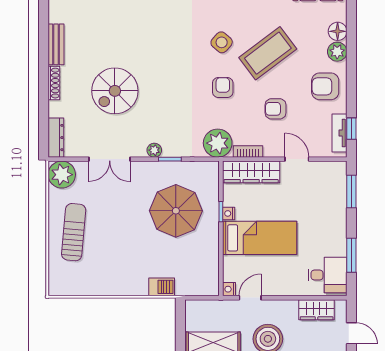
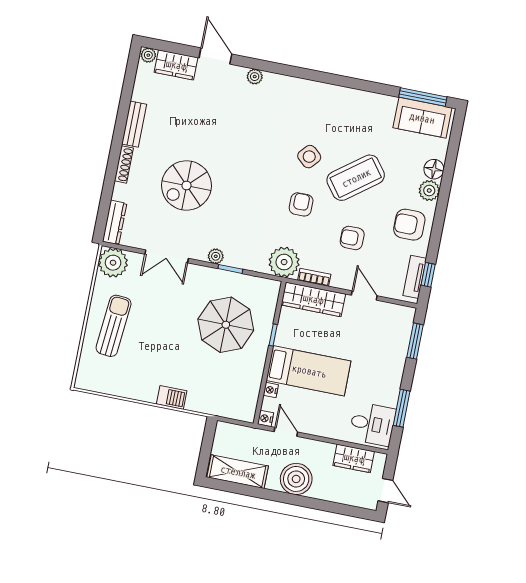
nightstand: (229, 213) -> (271, 390), moved
barbecue: (162, 287) -> (172, 397), moved
door: (250, 298) -> (286, 432), hinge flipped

